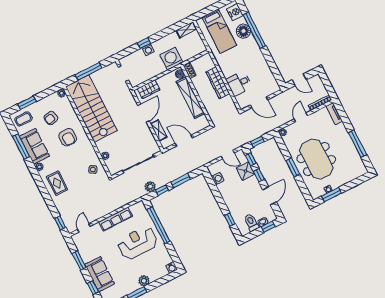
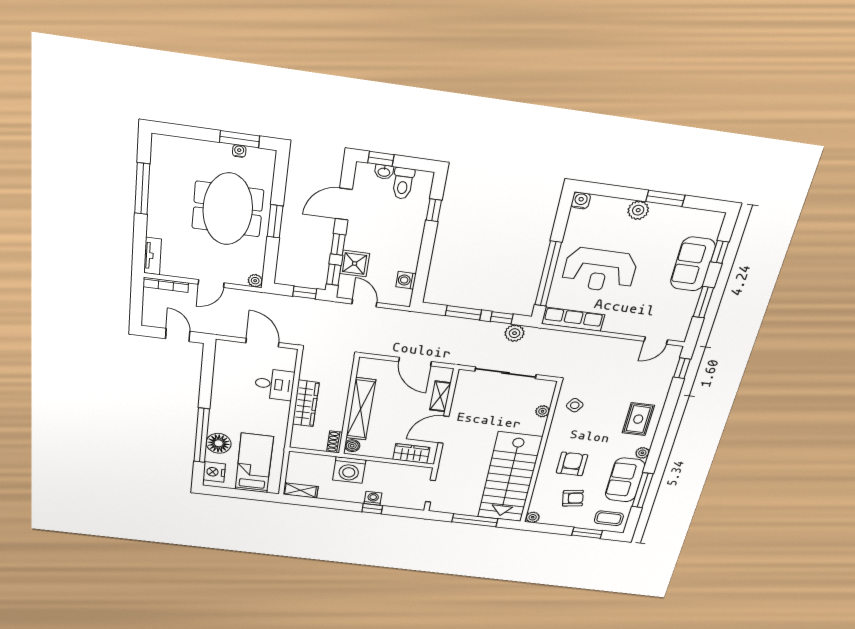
row of seats: (116, 219) -> (573, 319), moved

